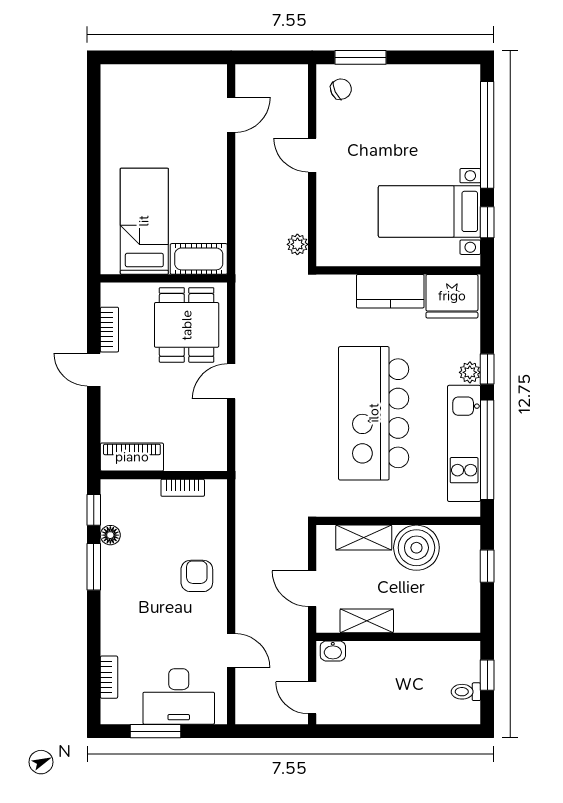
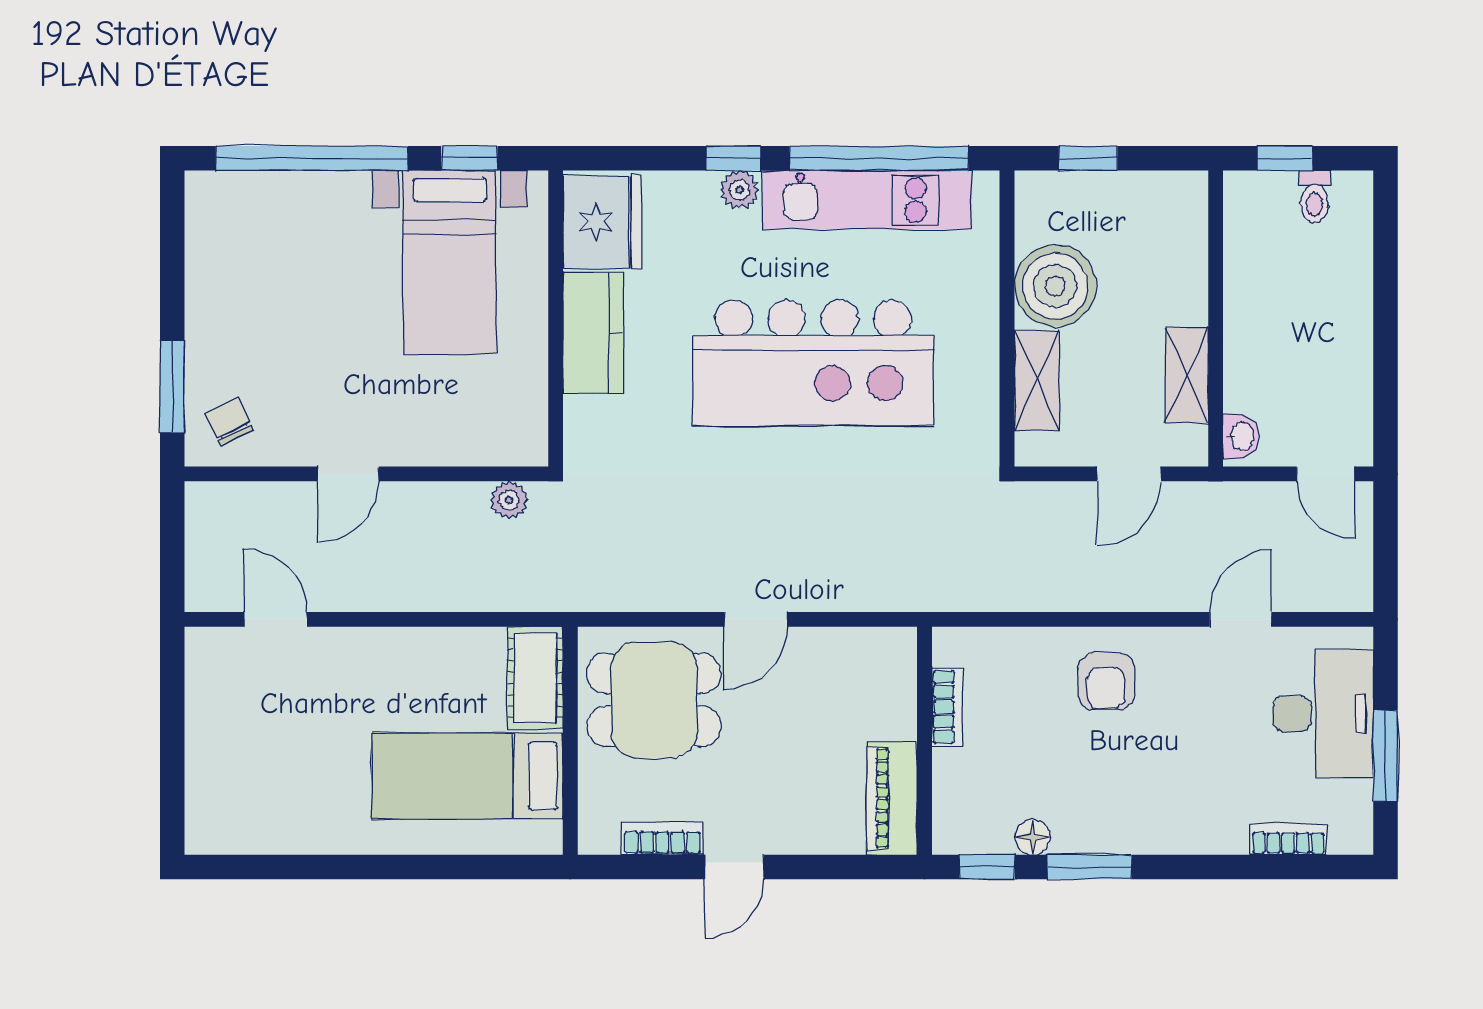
door: (231, 381) -> (756, 619), hinge flipped
armchair: (197, 576) -> (1106, 681), turned -90
door: (312, 698) -> (1326, 474), hinge flipped

